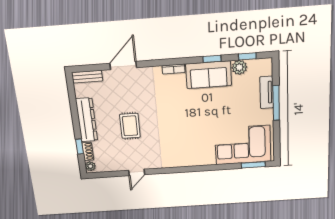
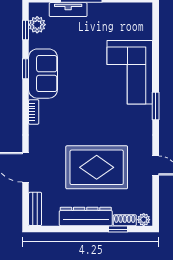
plant: (239, 67) -> (37, 25), moved
rug: (130, 126) -> (97, 167), width x1.86, depth x2.06
corner sofa: (243, 145) -> (130, 72), moved
window: (253, 165) -> (156, 106), moved

